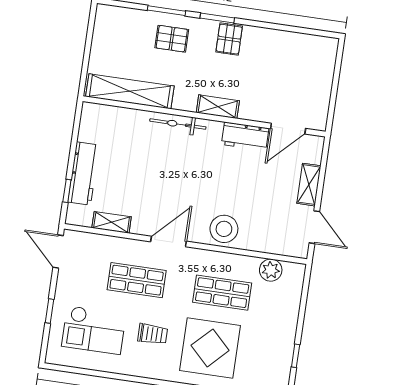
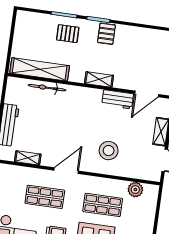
bicycle: (178, 124) -> (47, 88), moved
stool: (224, 229) -> (109, 151), moved

